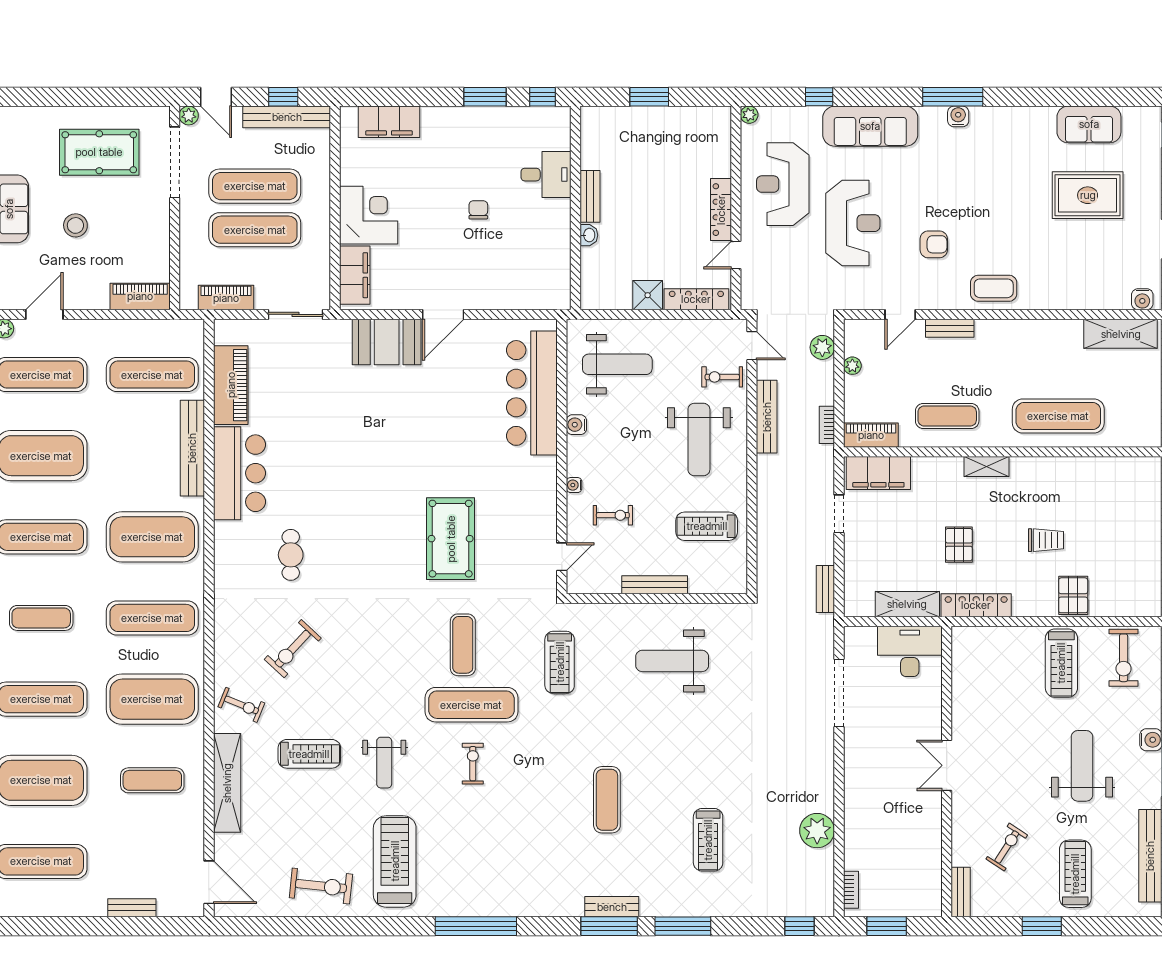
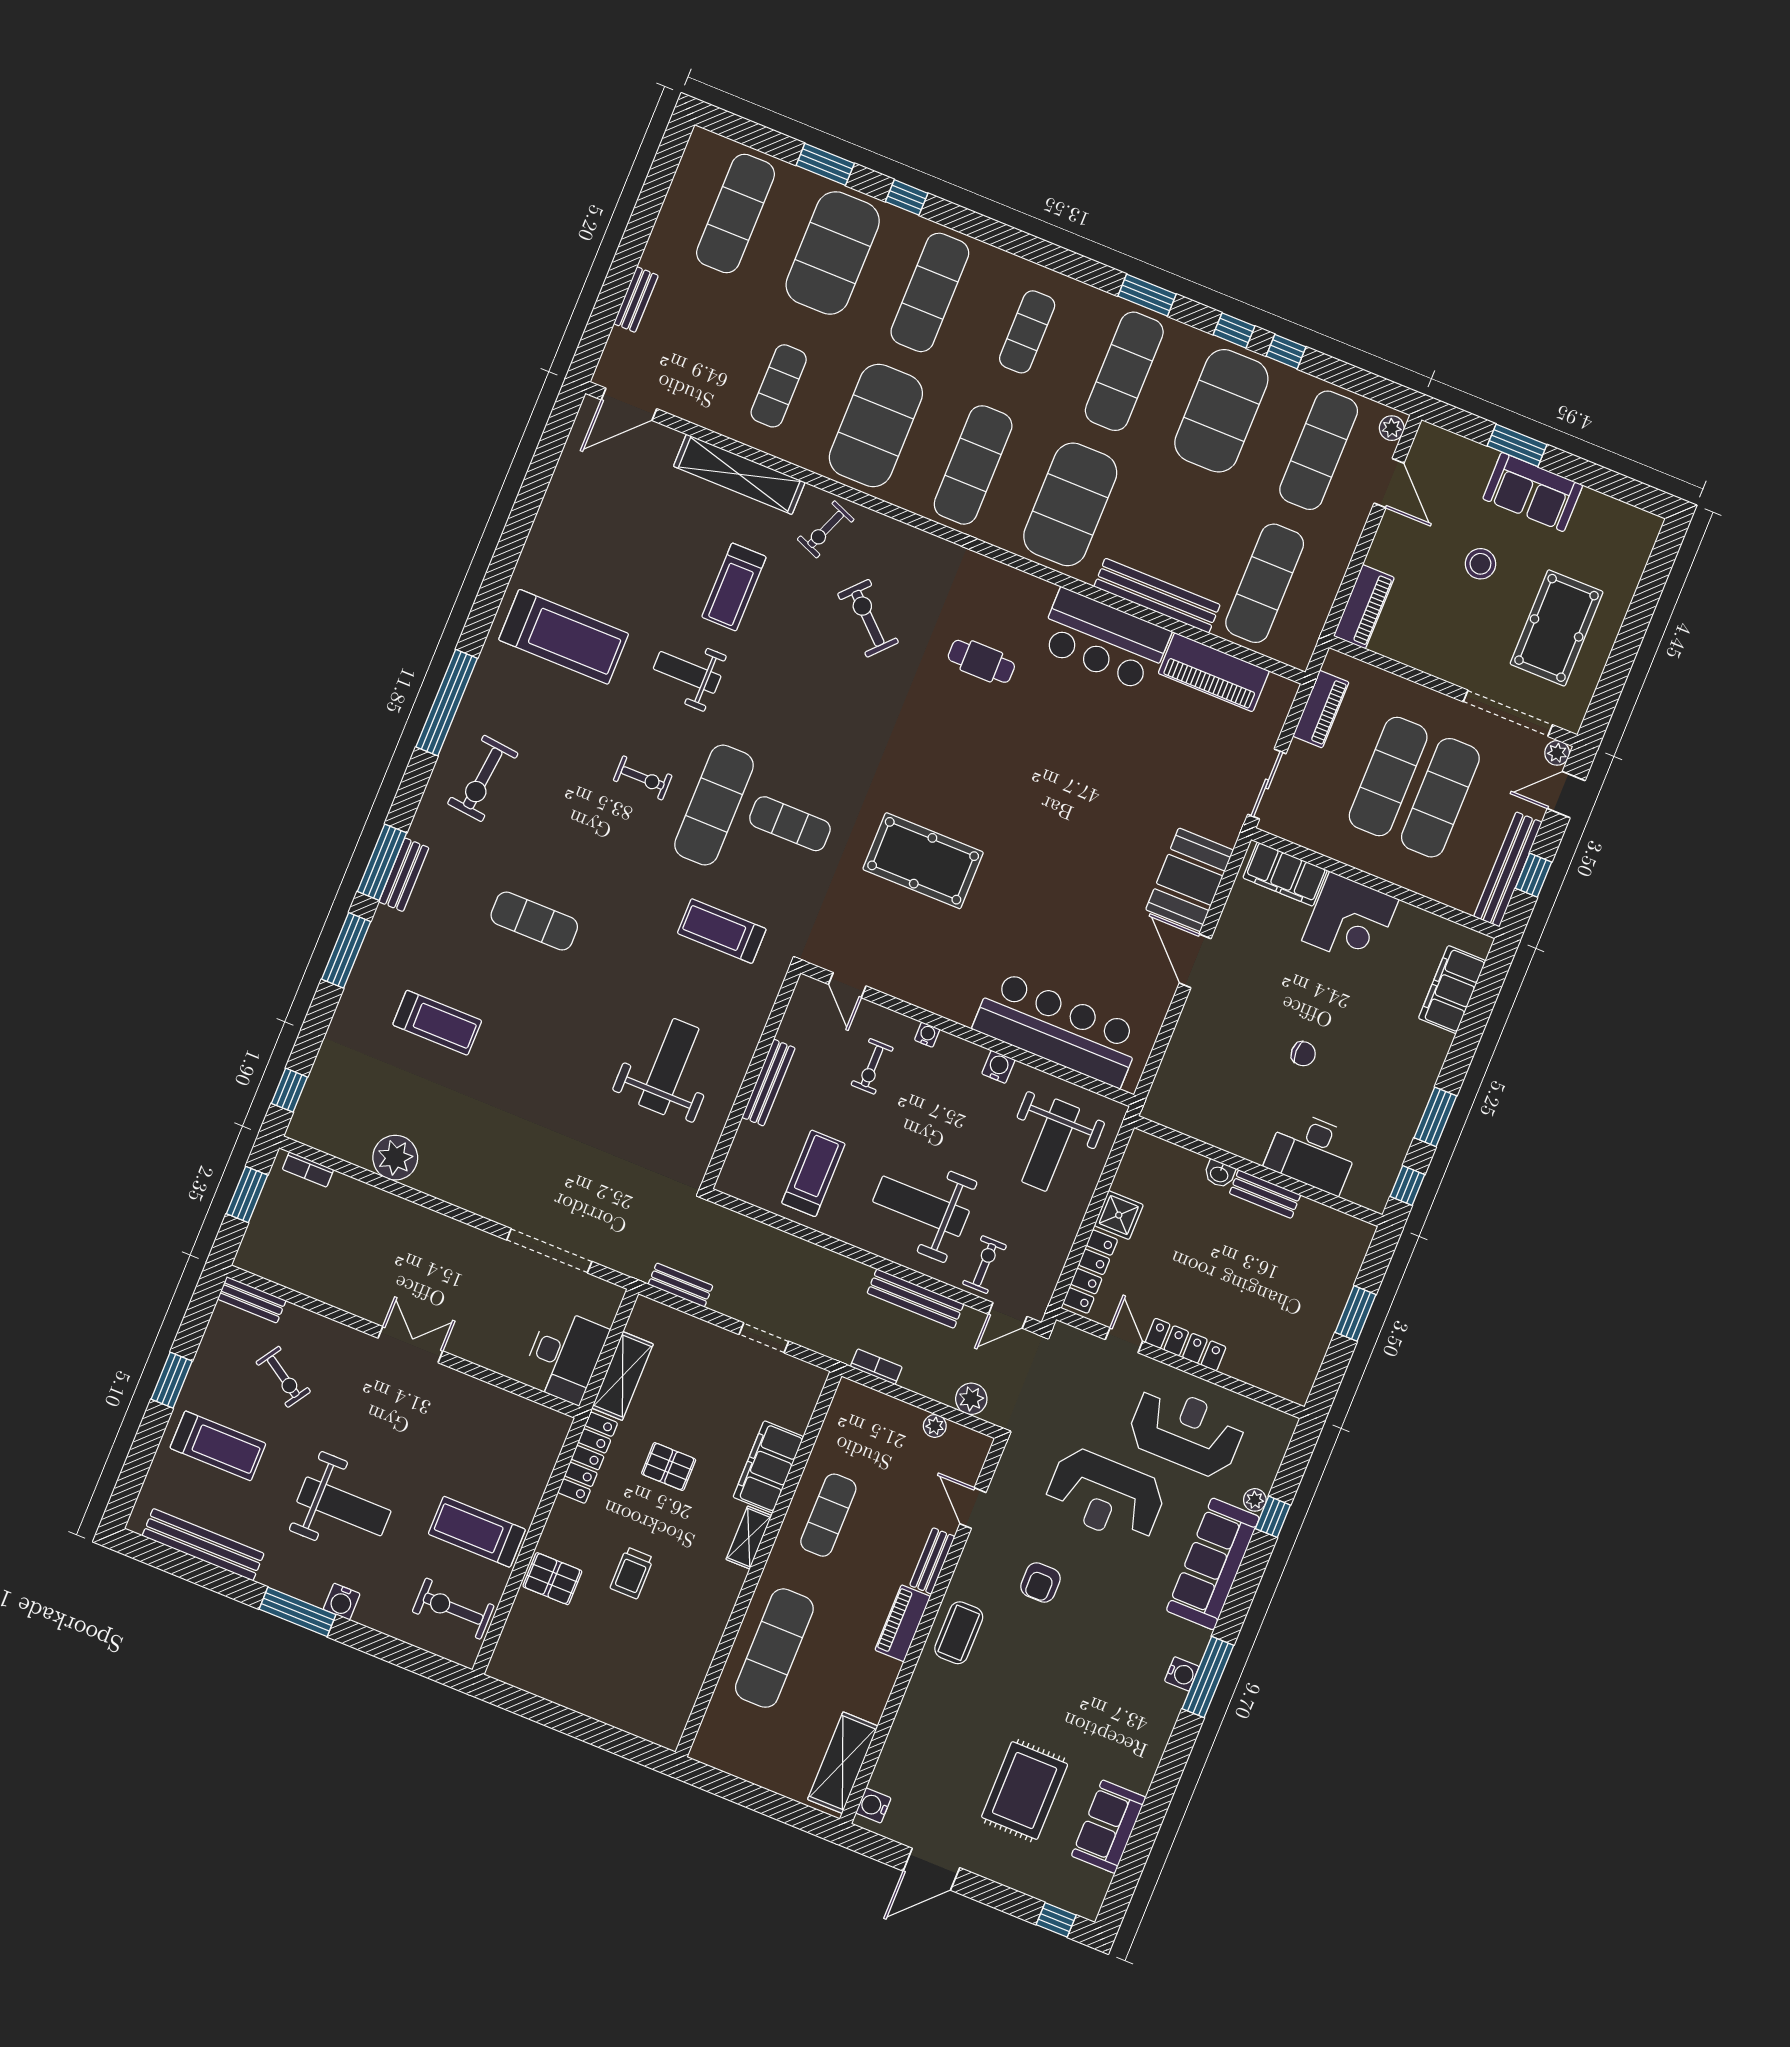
plant: (749, 115) -> (1255, 1500), moved
desk: (546, 175) -> (1313, 1152), width x1.37
piano: (871, 435) -> (903, 1623), moved, turned 180
filing cabinet: (878, 473) -> (768, 1467), moved
treadmill: (708, 840) -> (437, 1023), turned 180
exercise bike: (321, 886) -> (483, 778), moved

